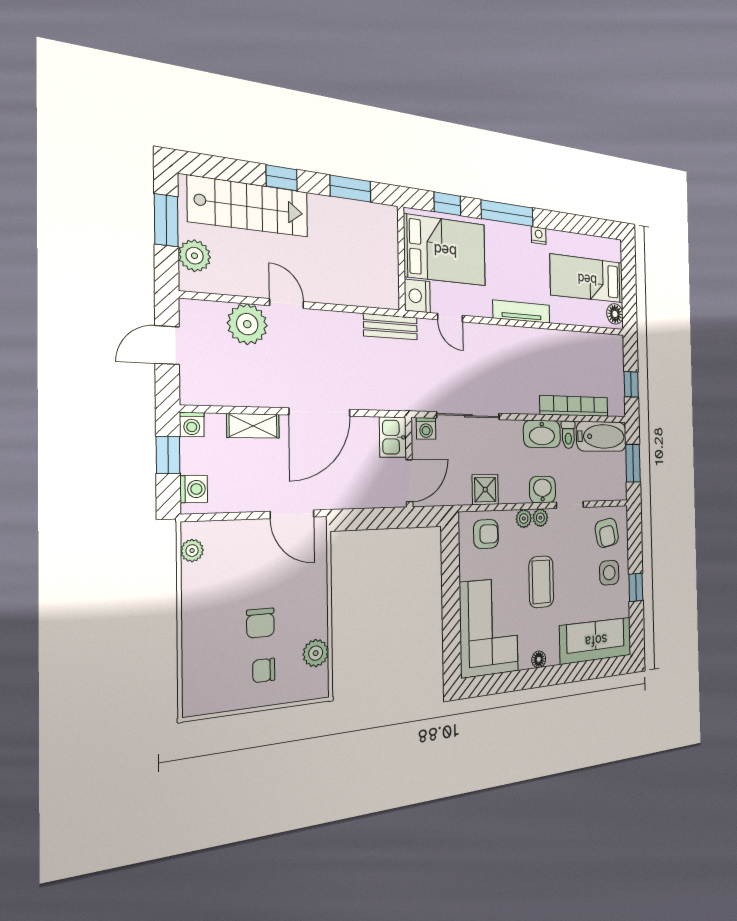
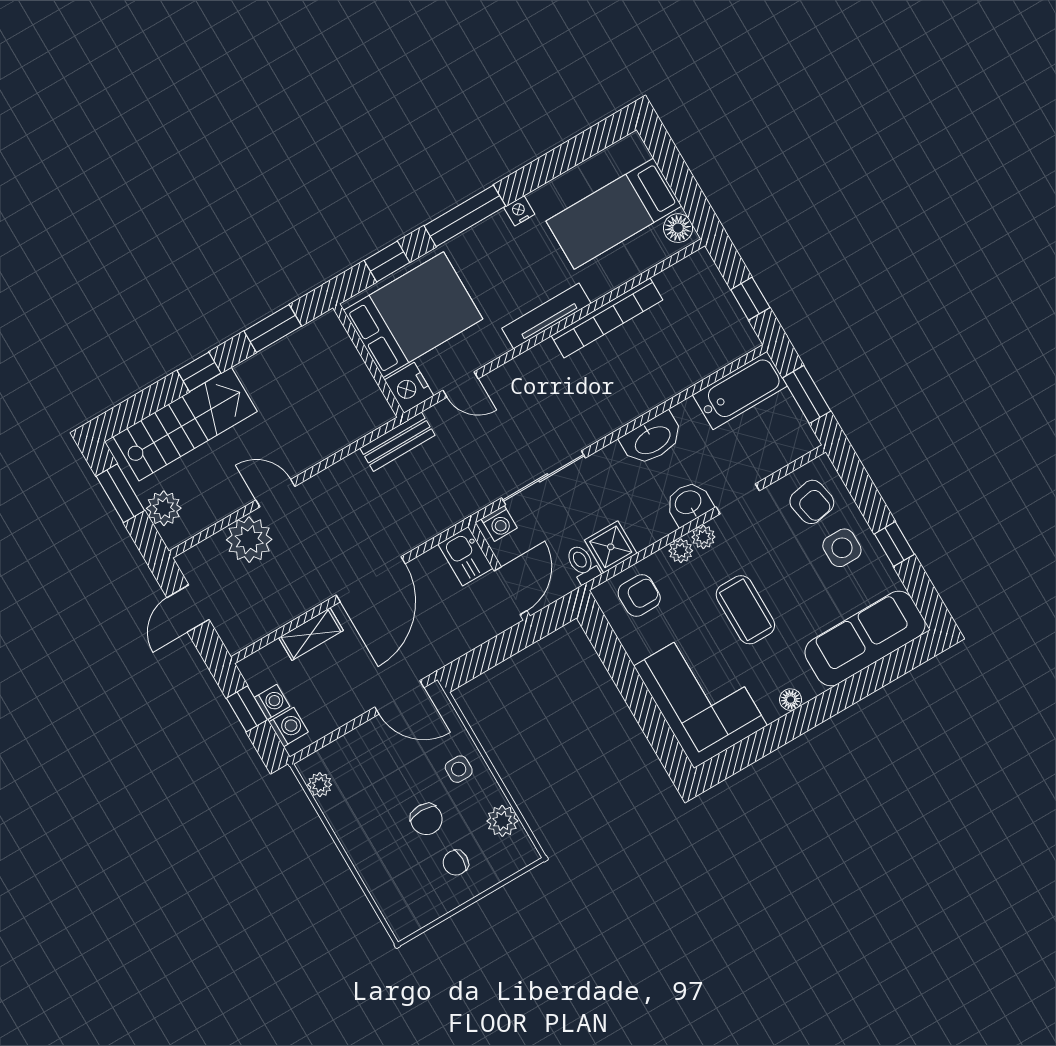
bookcase: (574, 406) -> (607, 318), moved, turned 180
washing machine: (192, 424) -> (272, 702), moved, turned -90
toilet: (568, 435) -> (582, 564), moved, turned 180
side table: (305, 595) -> (459, 769), added

